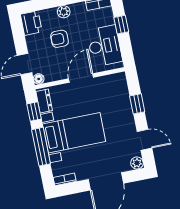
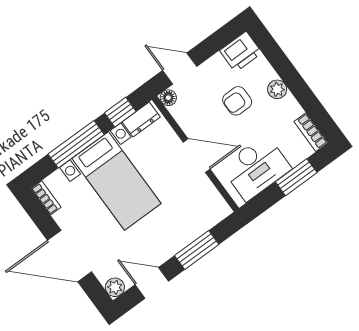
window: (121, 25) -> (296, 177), width x1.50
armchair: (59, 39) -> (237, 101), turned -90
window: (137, 104) -> (197, 250), width x1.50
door: (144, 140) -> (152, 283), swing flipped

